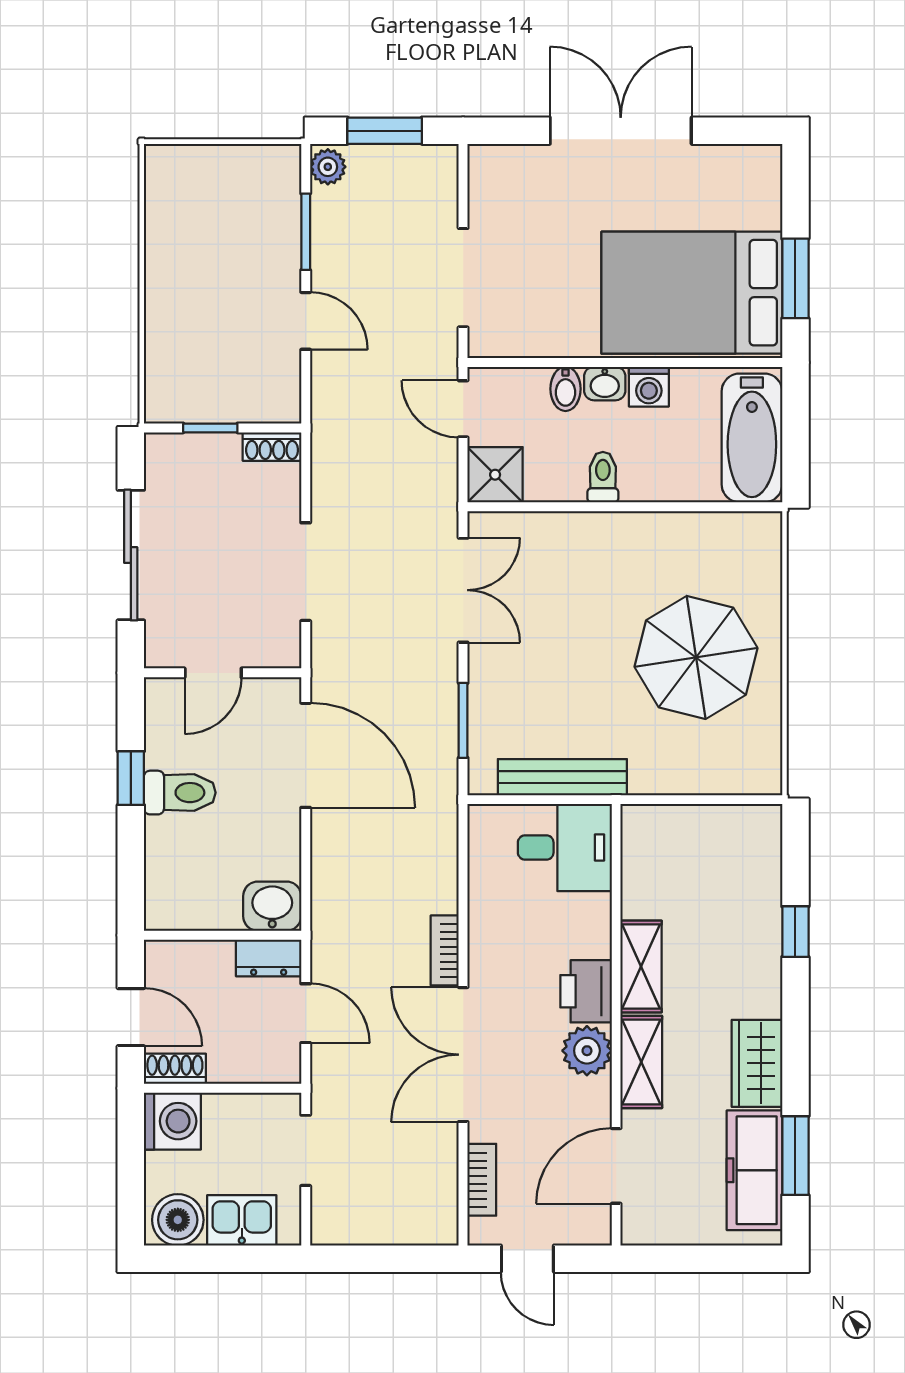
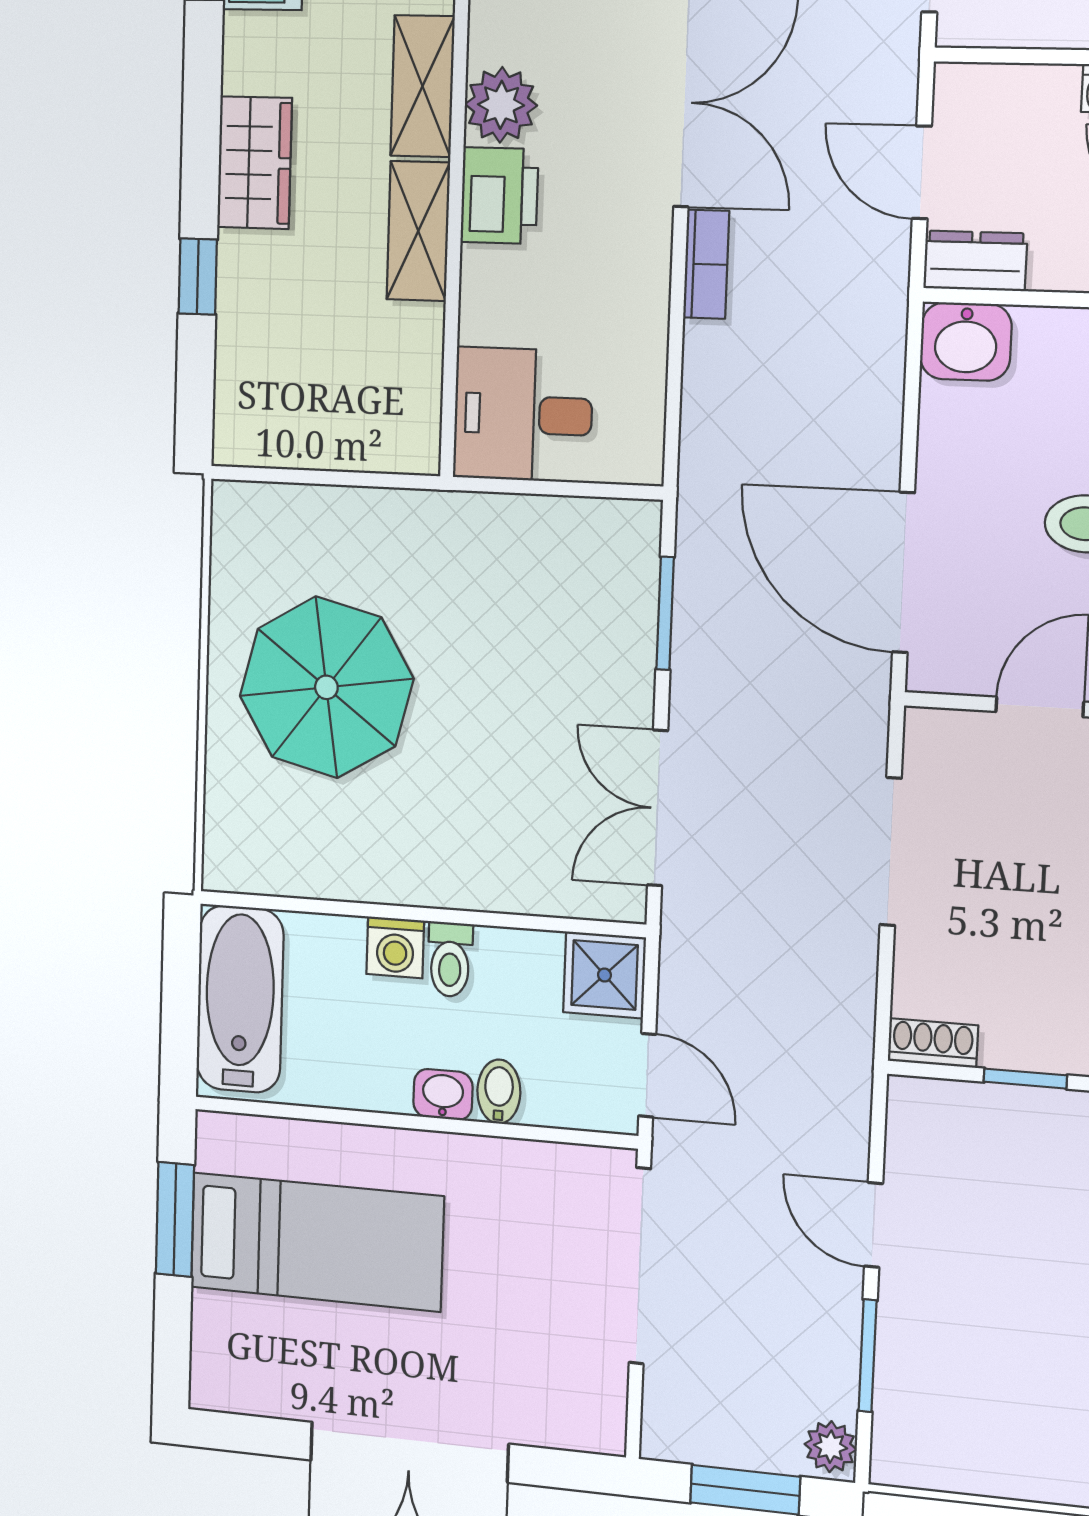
doorway: (463, 278) -> (640, 1266), width x1.36
bed: (692, 293) -> (316, 1242), width x0.67
washing machine: (649, 387) -> (395, 947), moved, turned 180
bench: (562, 777) -> (523, 520), removed
wardrobe: (757, 1063) -> (255, 163), moved

